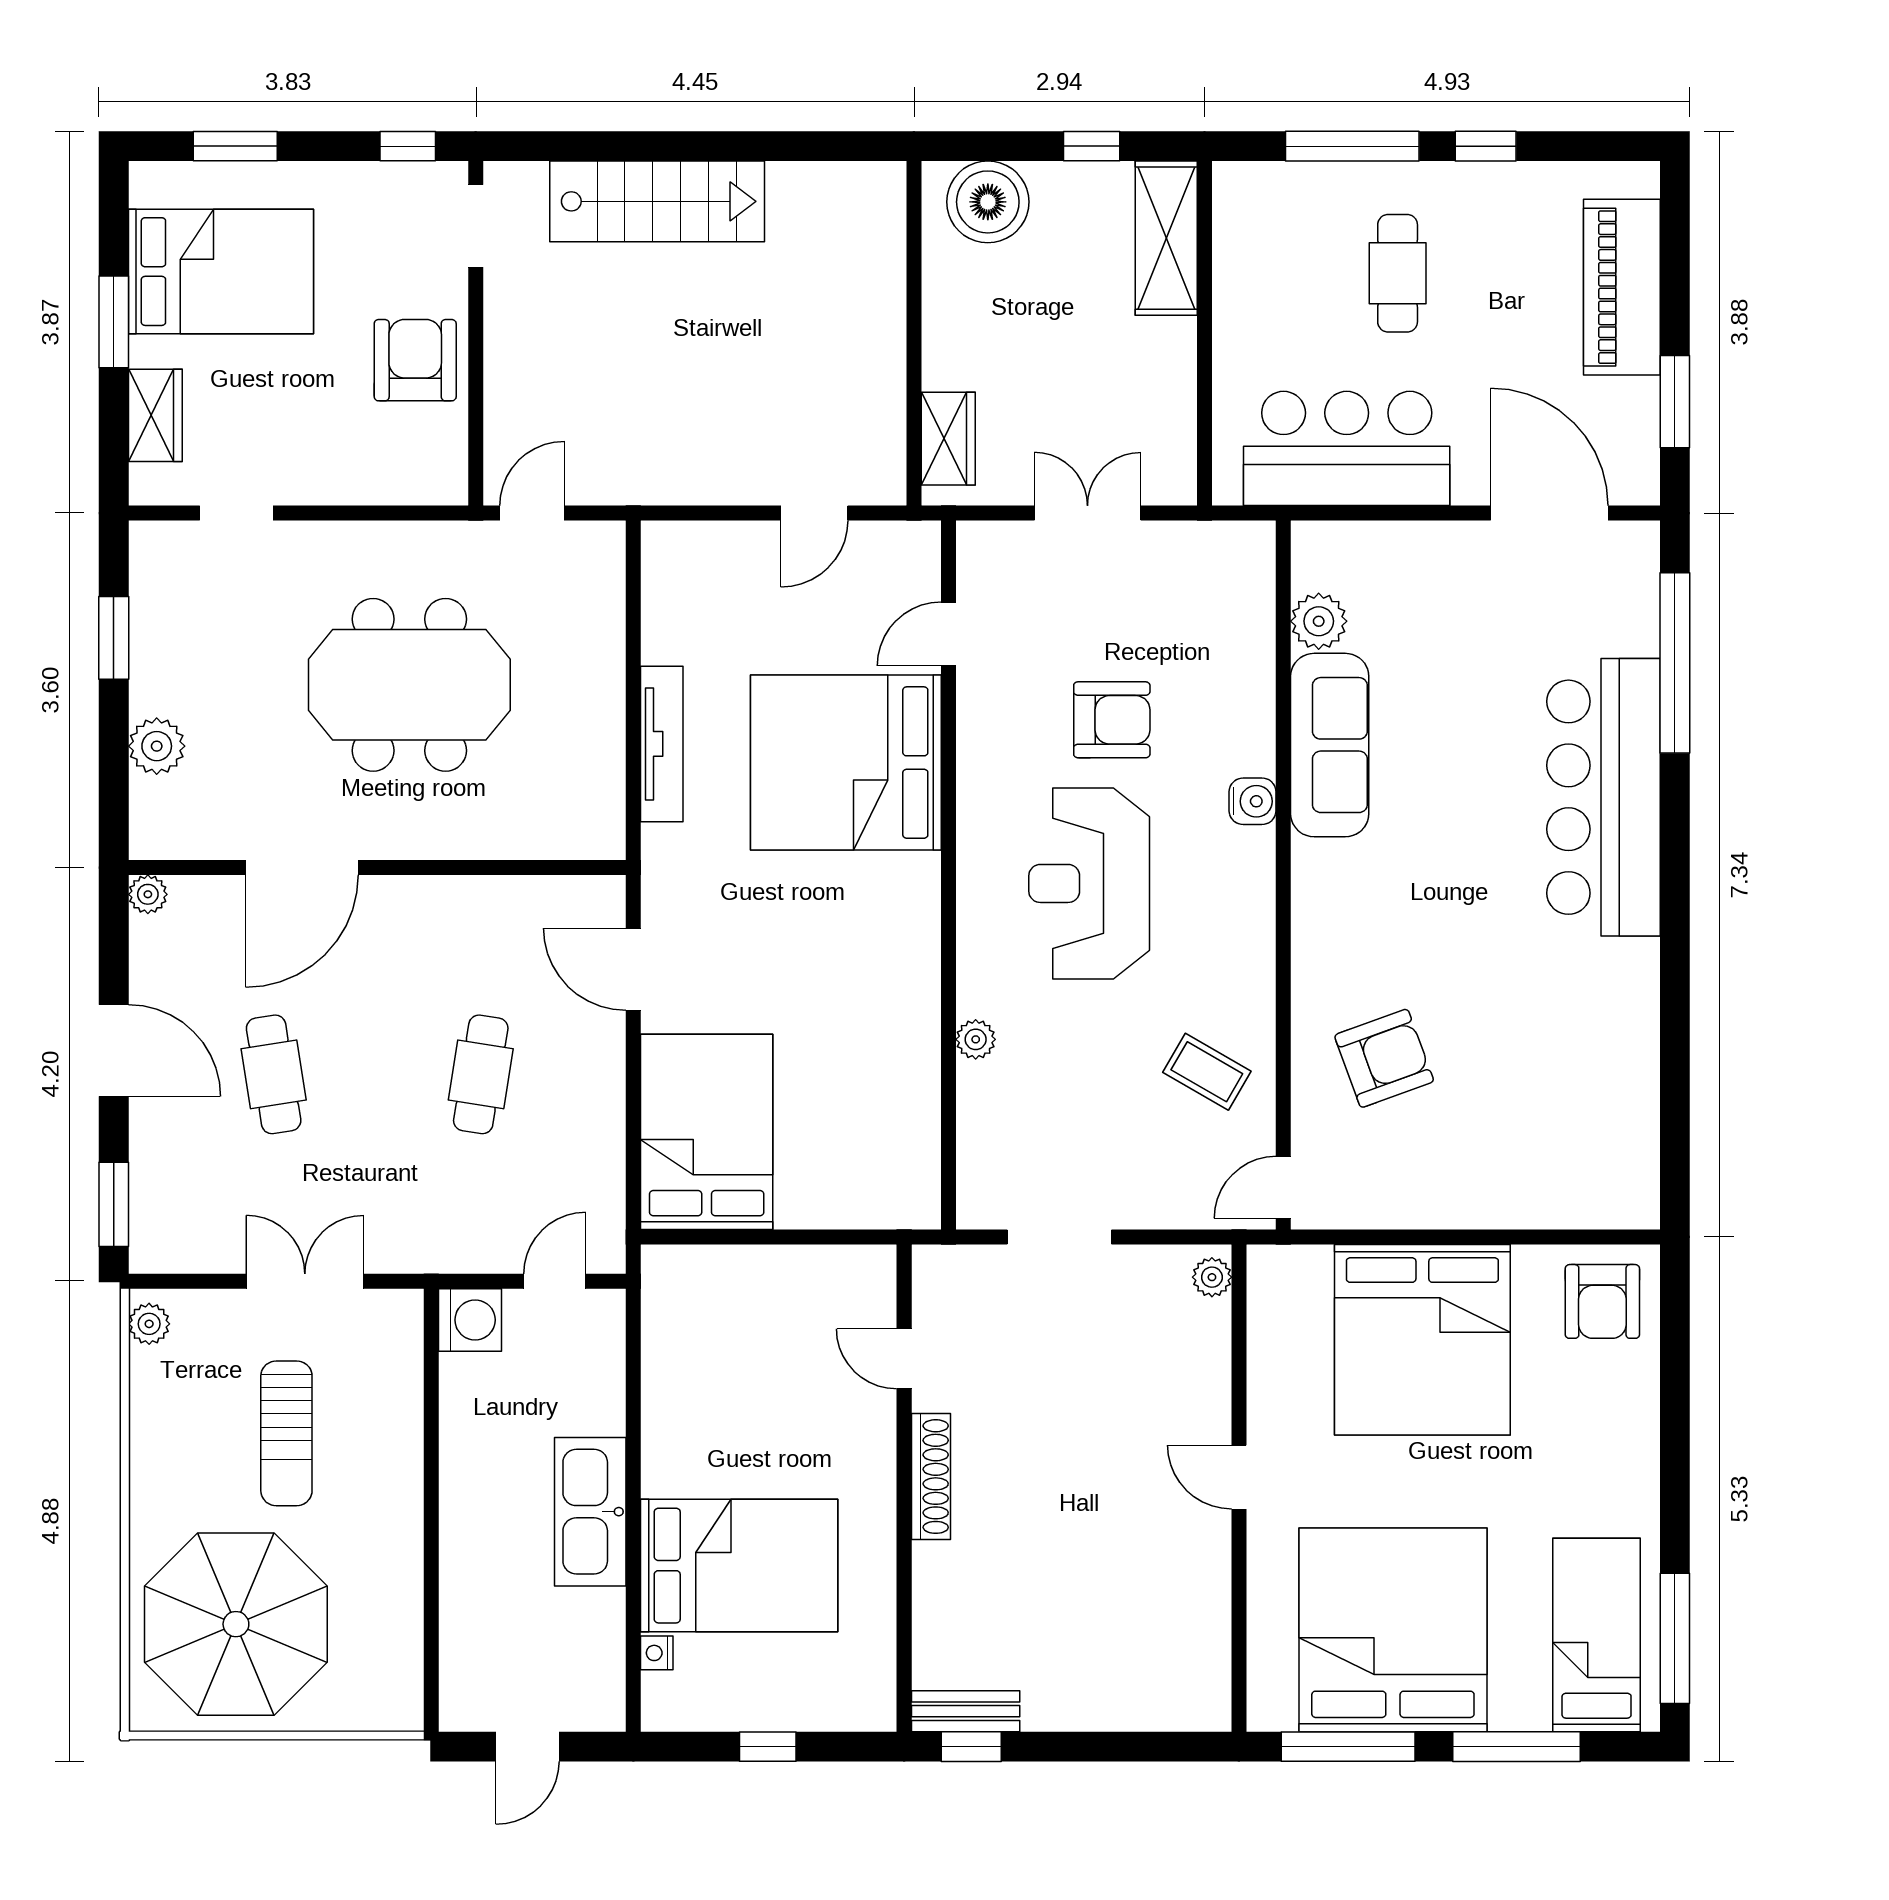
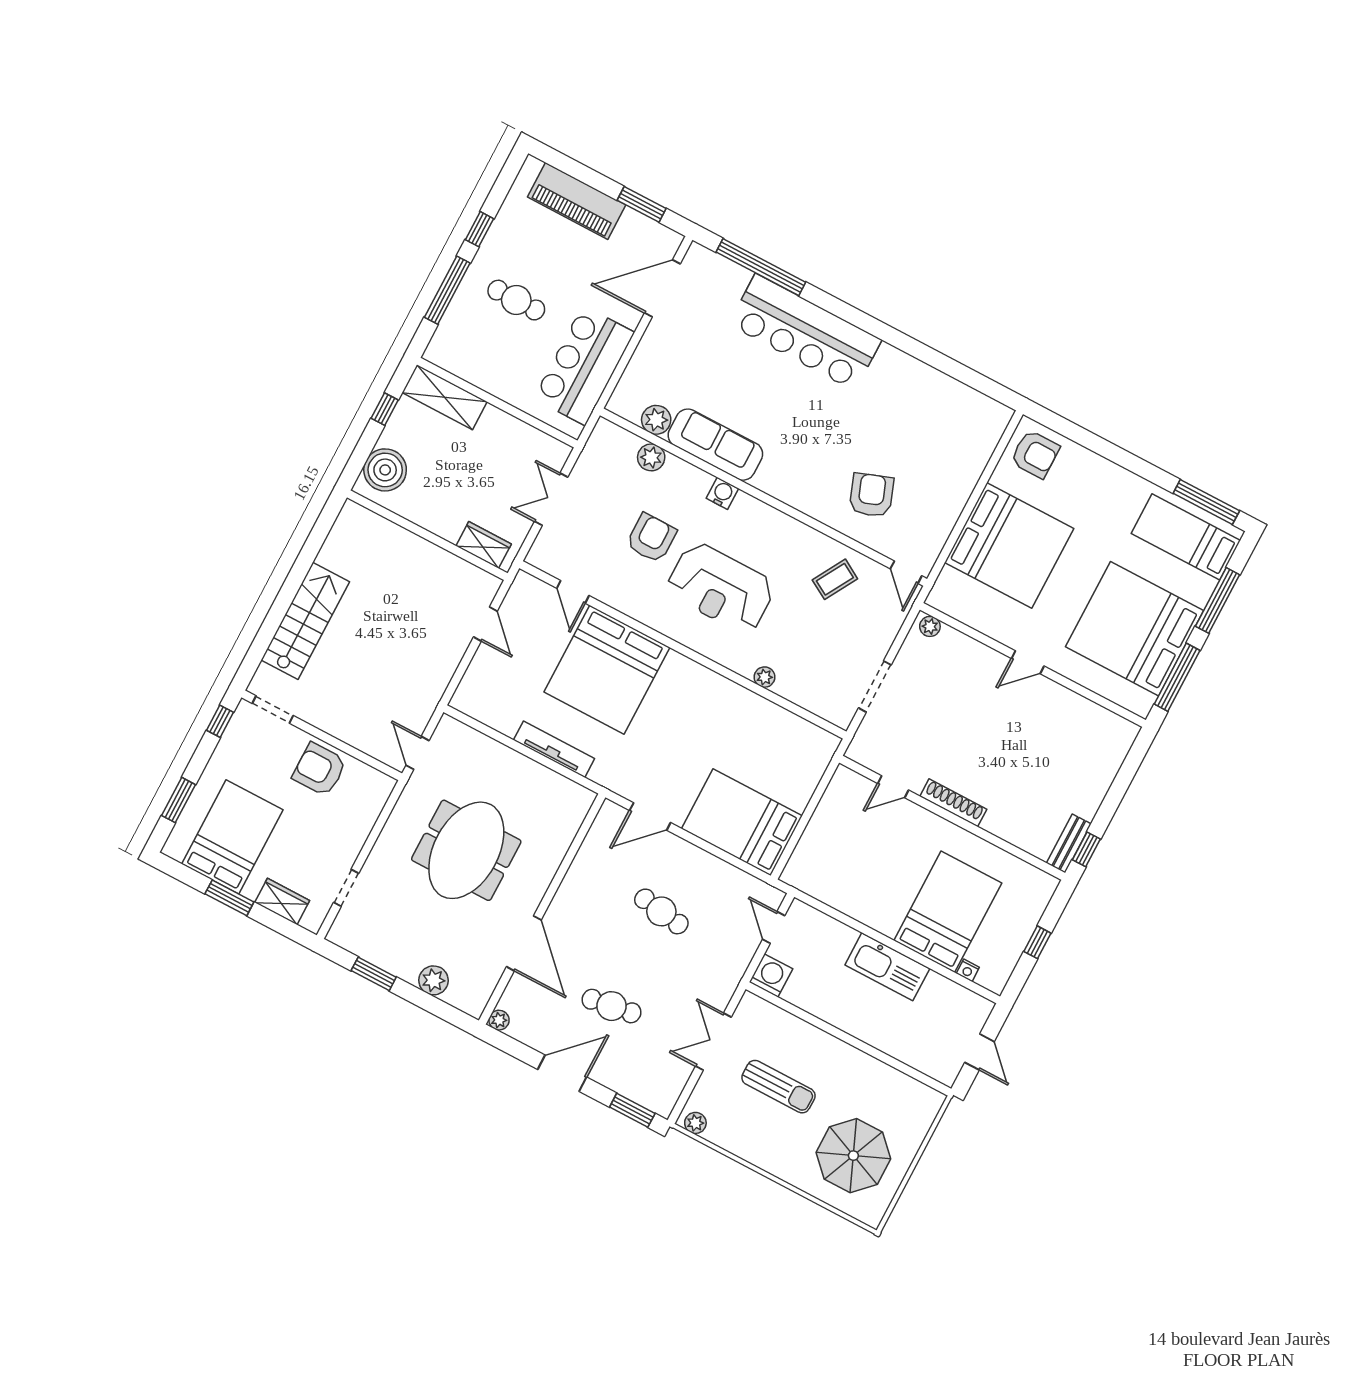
plant: (1250, 647) -> (651, 457), added
parasol: (236, 1624) -> (853, 1156), width x0.73, depth x0.73

